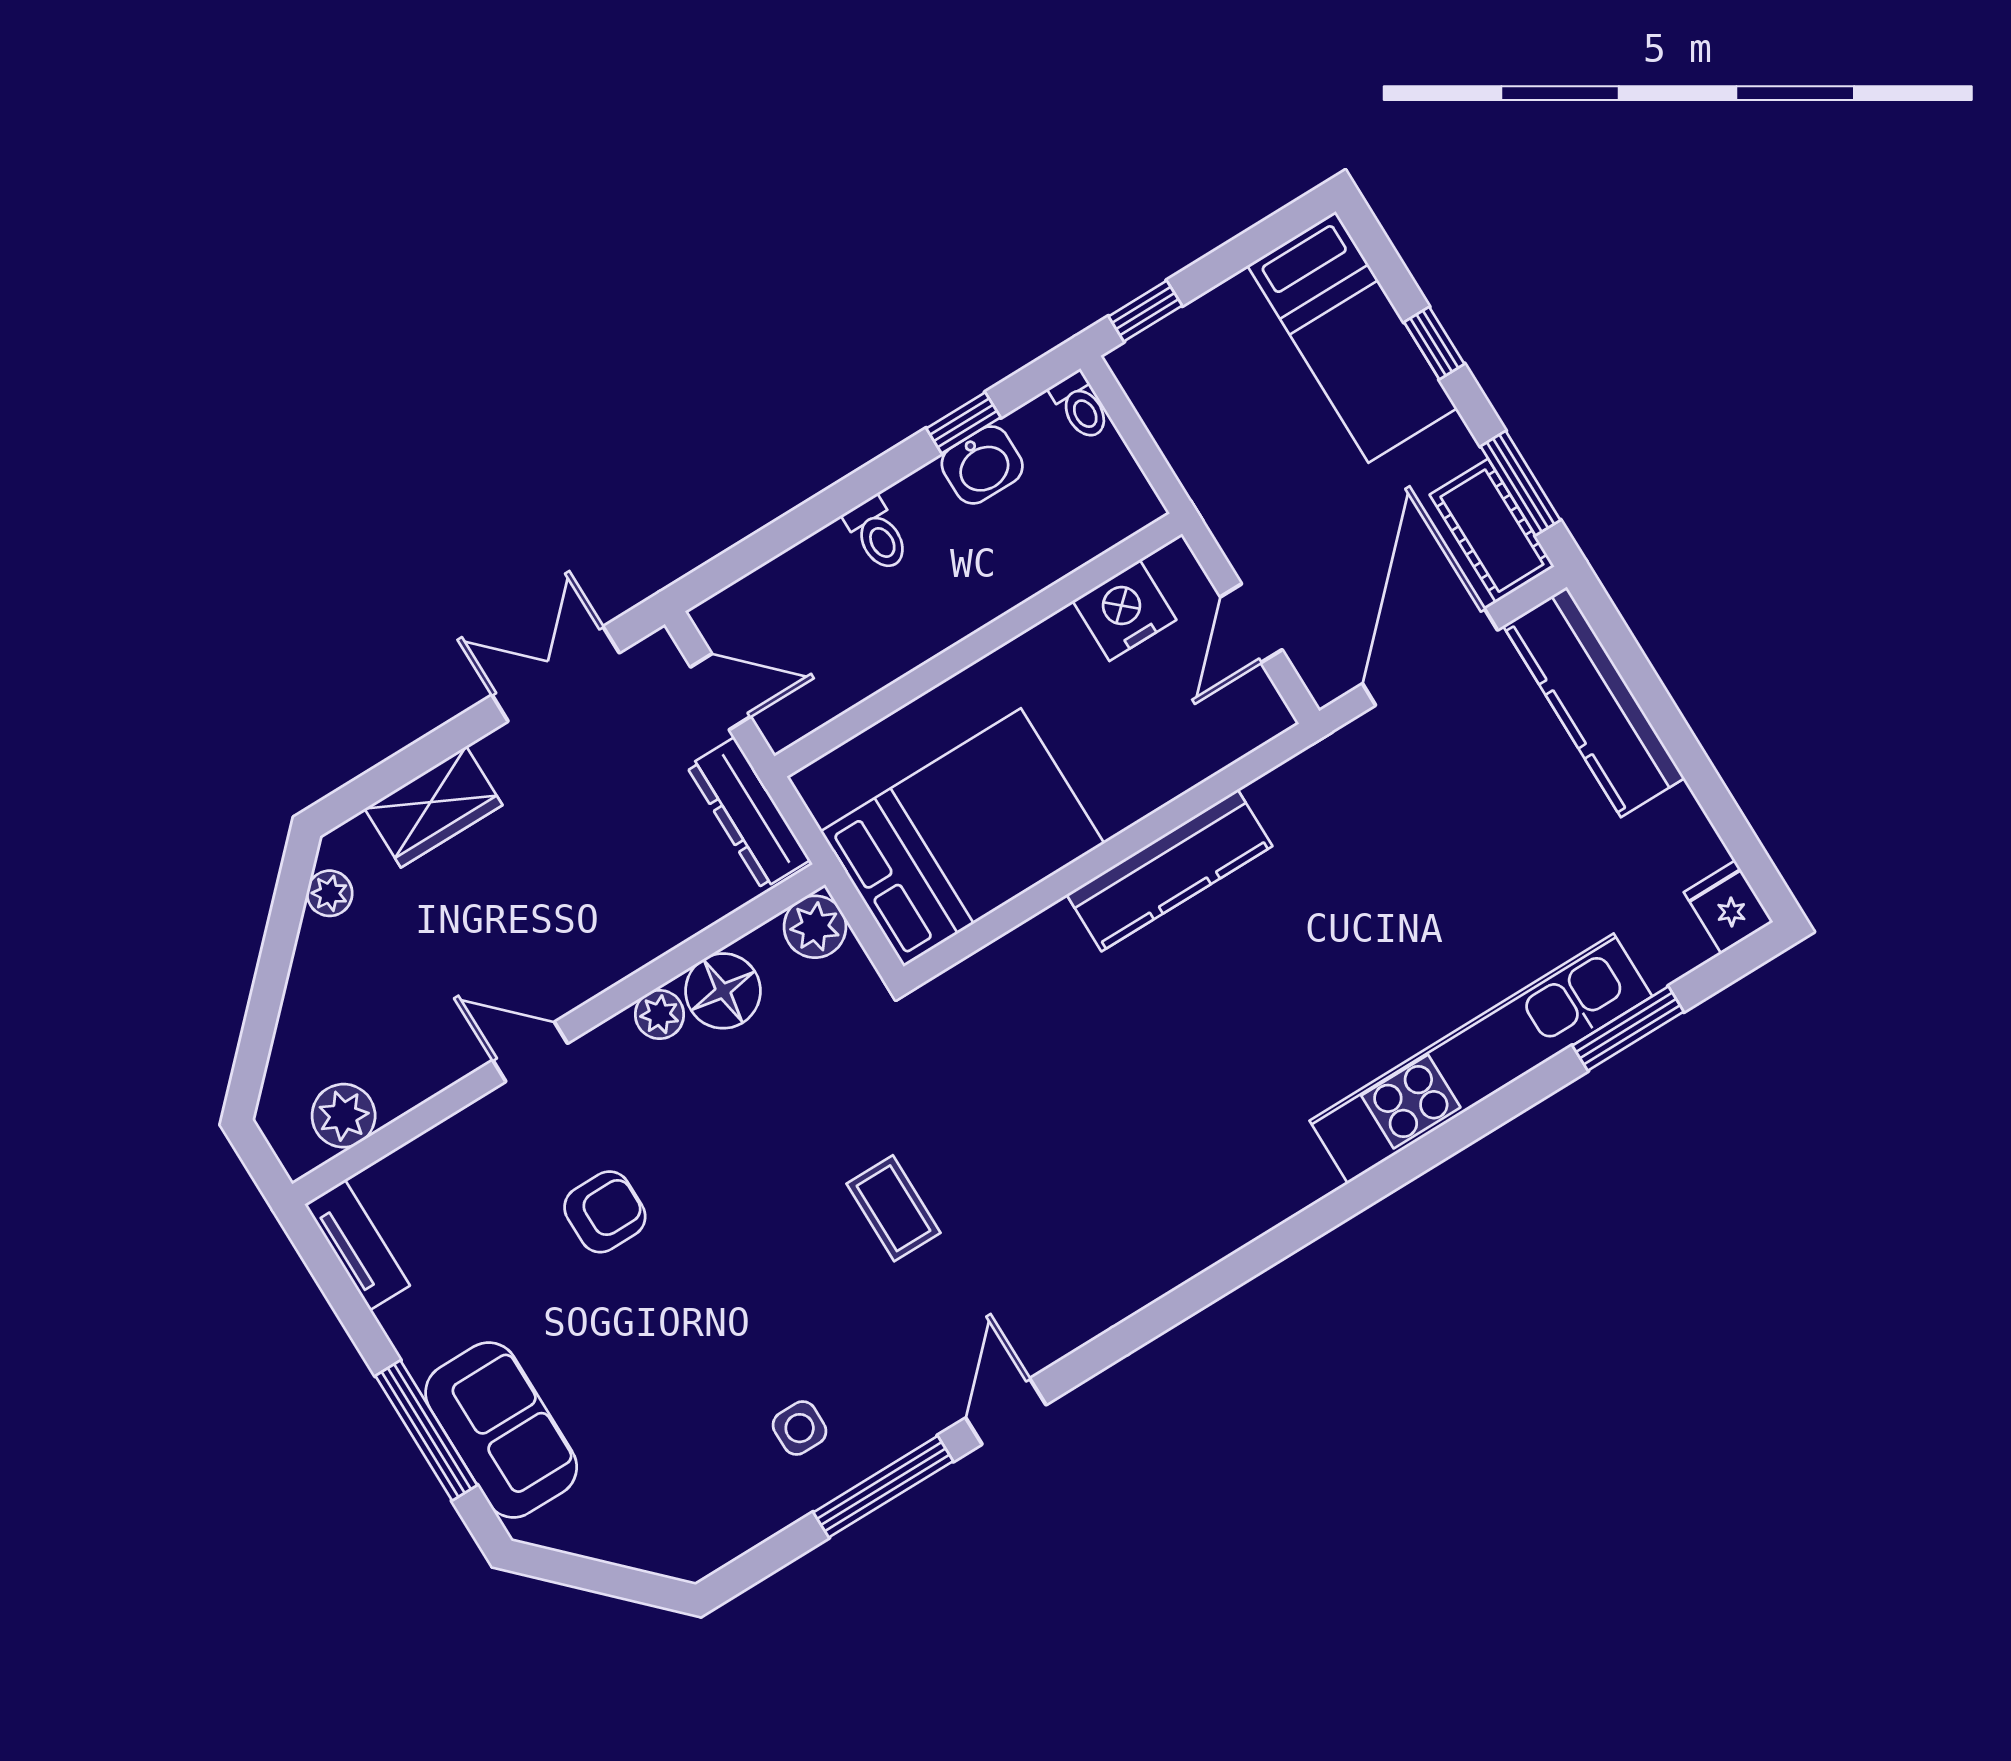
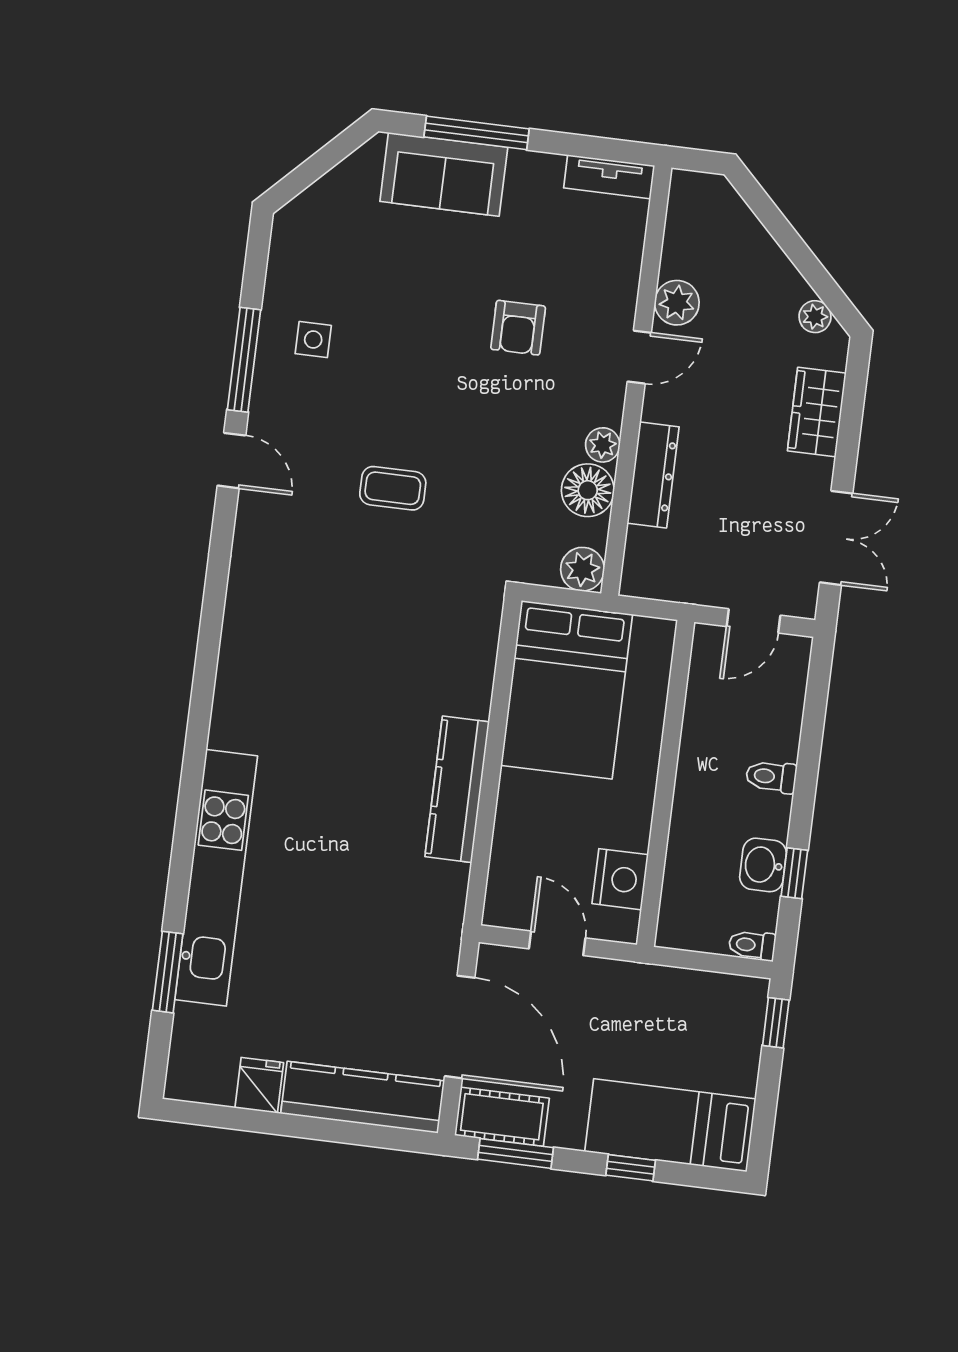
dresser: (748, 813) -> (653, 475), moved, turned 90
fridge: (1728, 907) -> (259, 1085), moved, turned -90
plant: (344, 1116) -> (677, 303), moved

